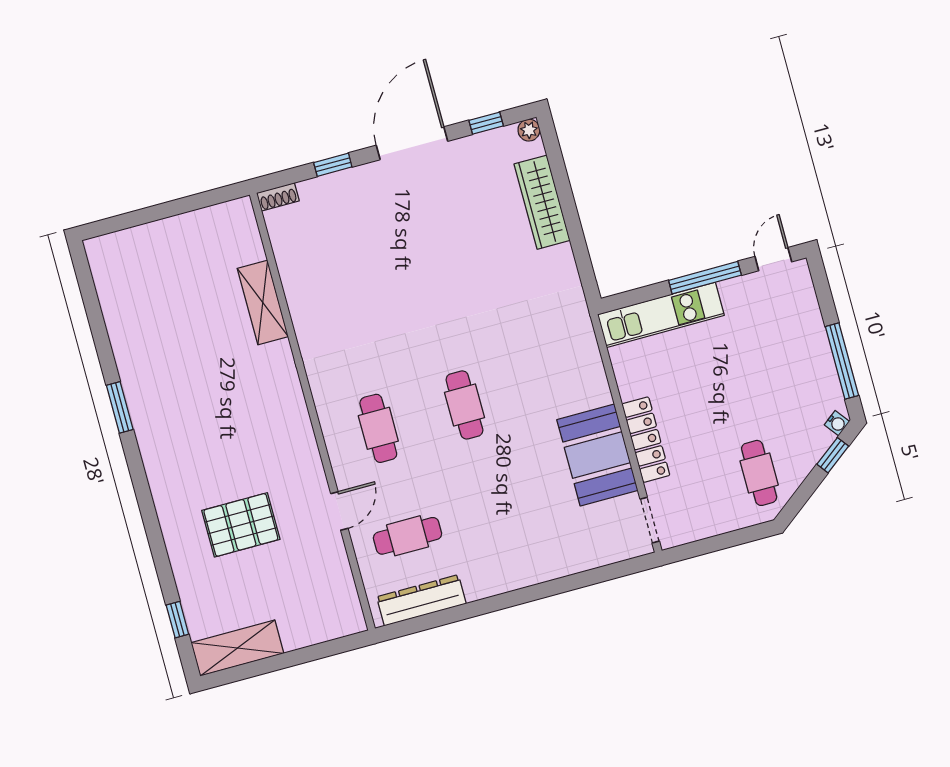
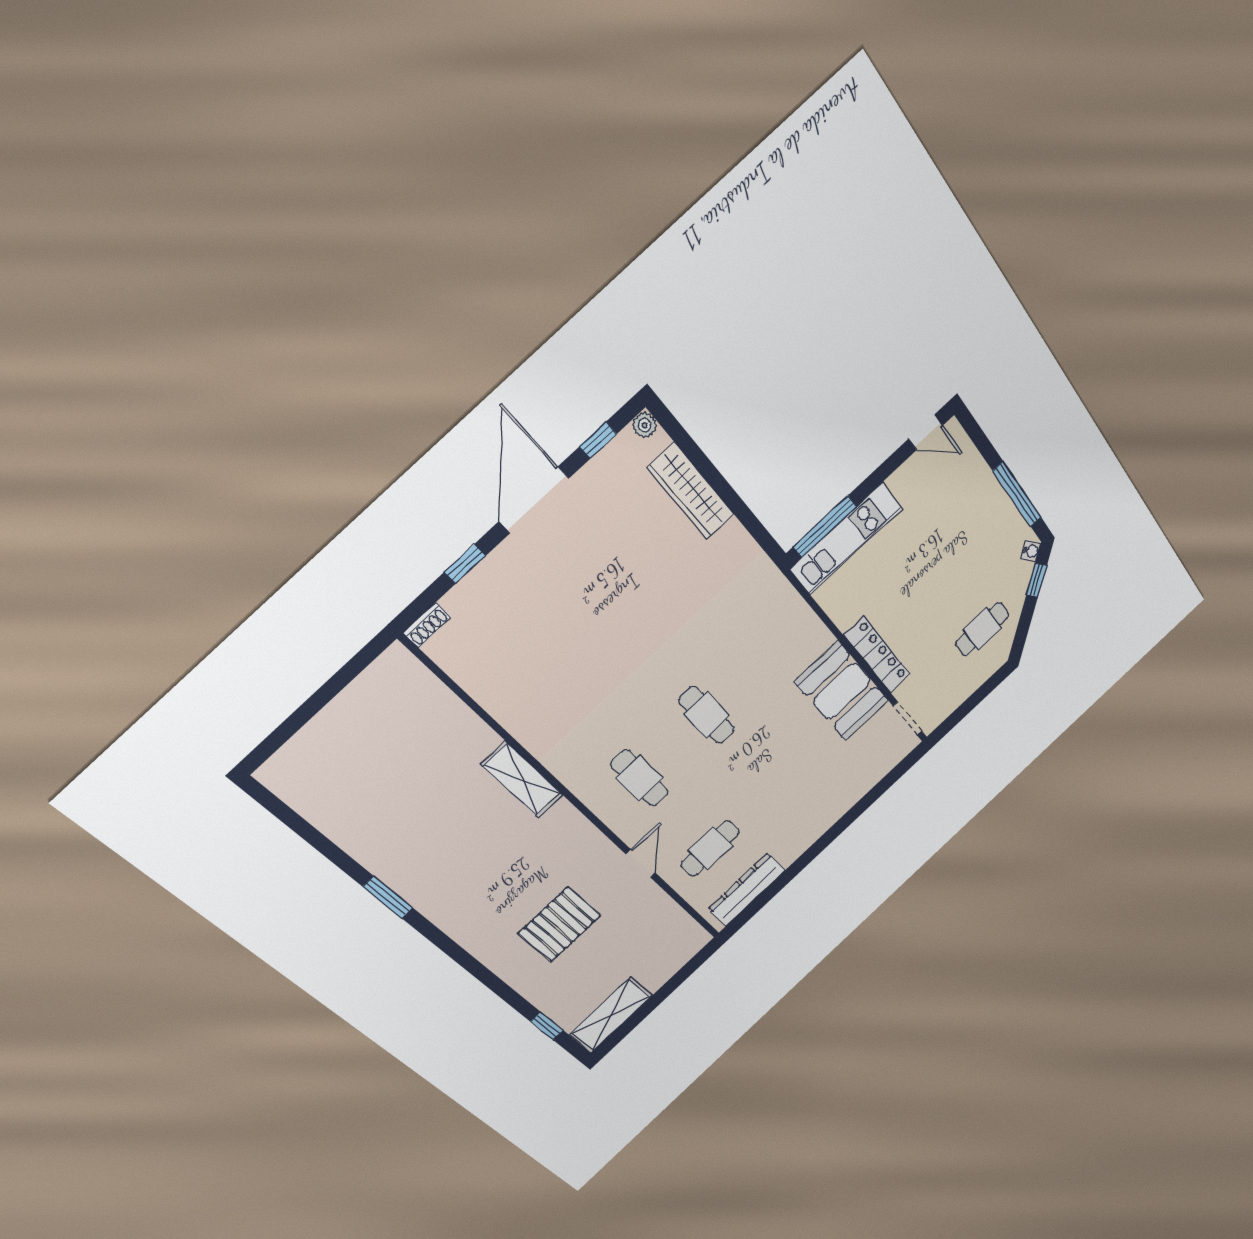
door: (773, 259) -> (926, 432), swing flipped
window: (705, 278) -> (825, 527), moved
shelving: (263, 303) -> (522, 780), moved
cafe table: (759, 473) -> (982, 629), turned 90

